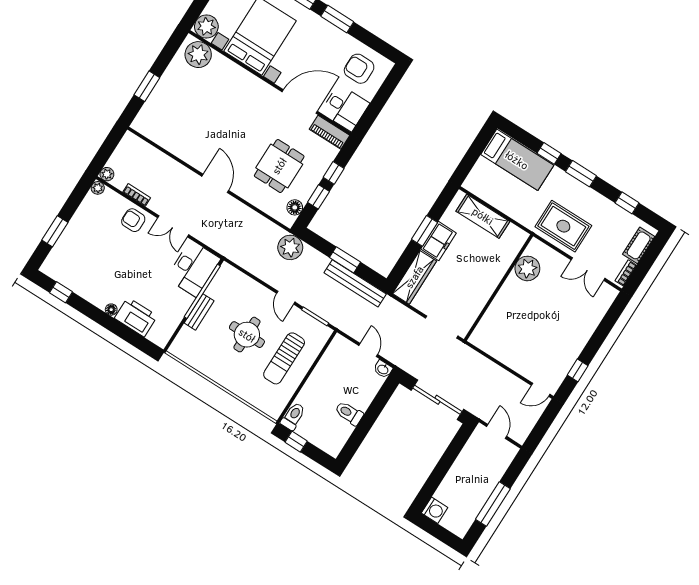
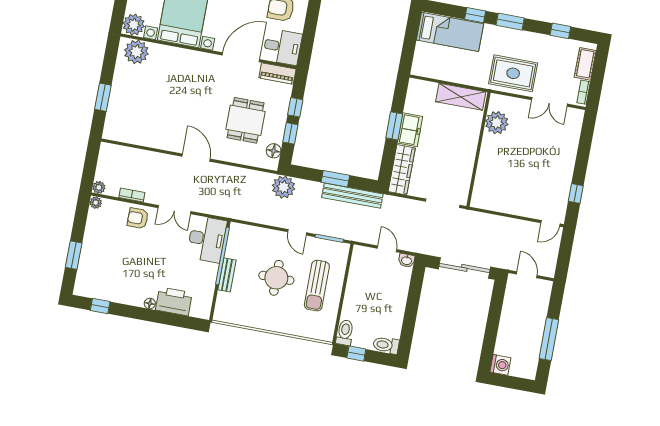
shelving: (483, 216) -> (461, 97), moved
toilet: (349, 413) -> (386, 345), moved

